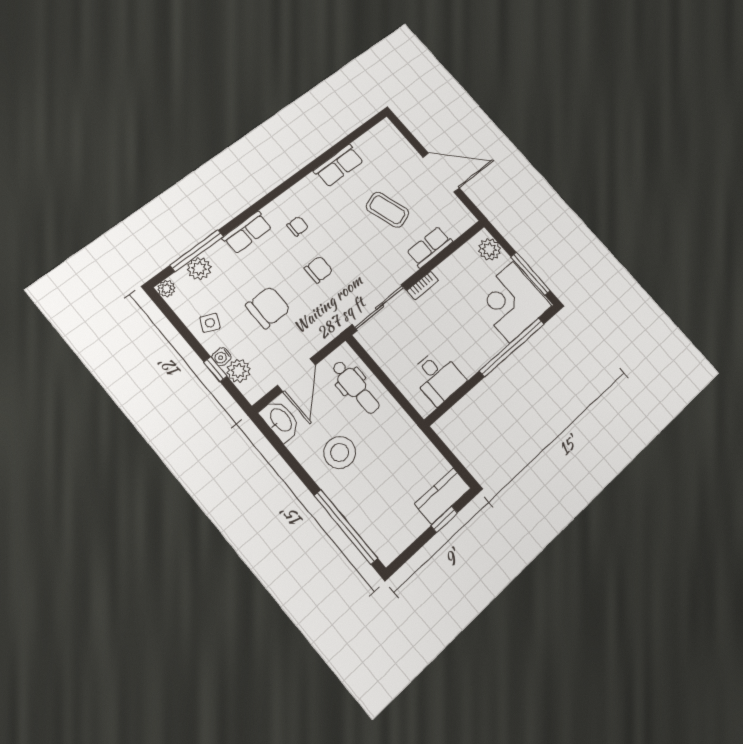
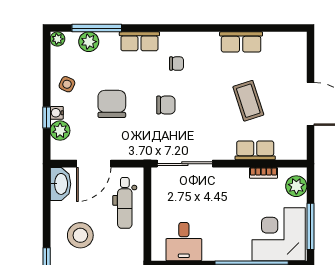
bookcase: (423, 285) -> (264, 173), moved
chair: (268, 307) -> (112, 104), turned -90

